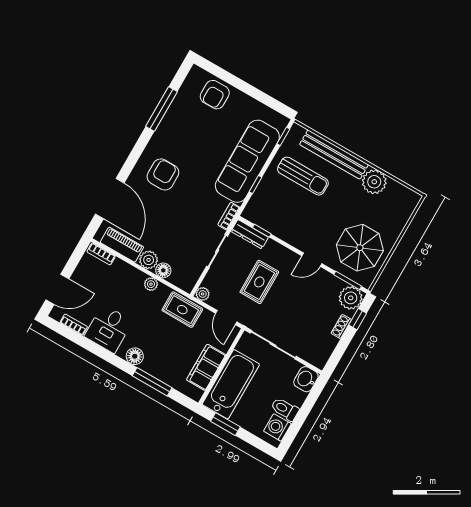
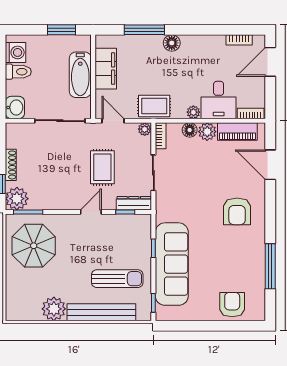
sun lounger: (303, 176) -> (117, 279), turned 180
door: (110, 199) -> (270, 165), width x0.73
bookcase: (229, 216) -> (161, 136), moved
door: (312, 260) -> (91, 212), moved
shoe rack: (341, 326) -> (11, 165), width x1.43
desk: (109, 329) -> (219, 100), moved, turned 180
bathtub: (231, 384) -> (80, 75), width x0.73, depth x0.73

